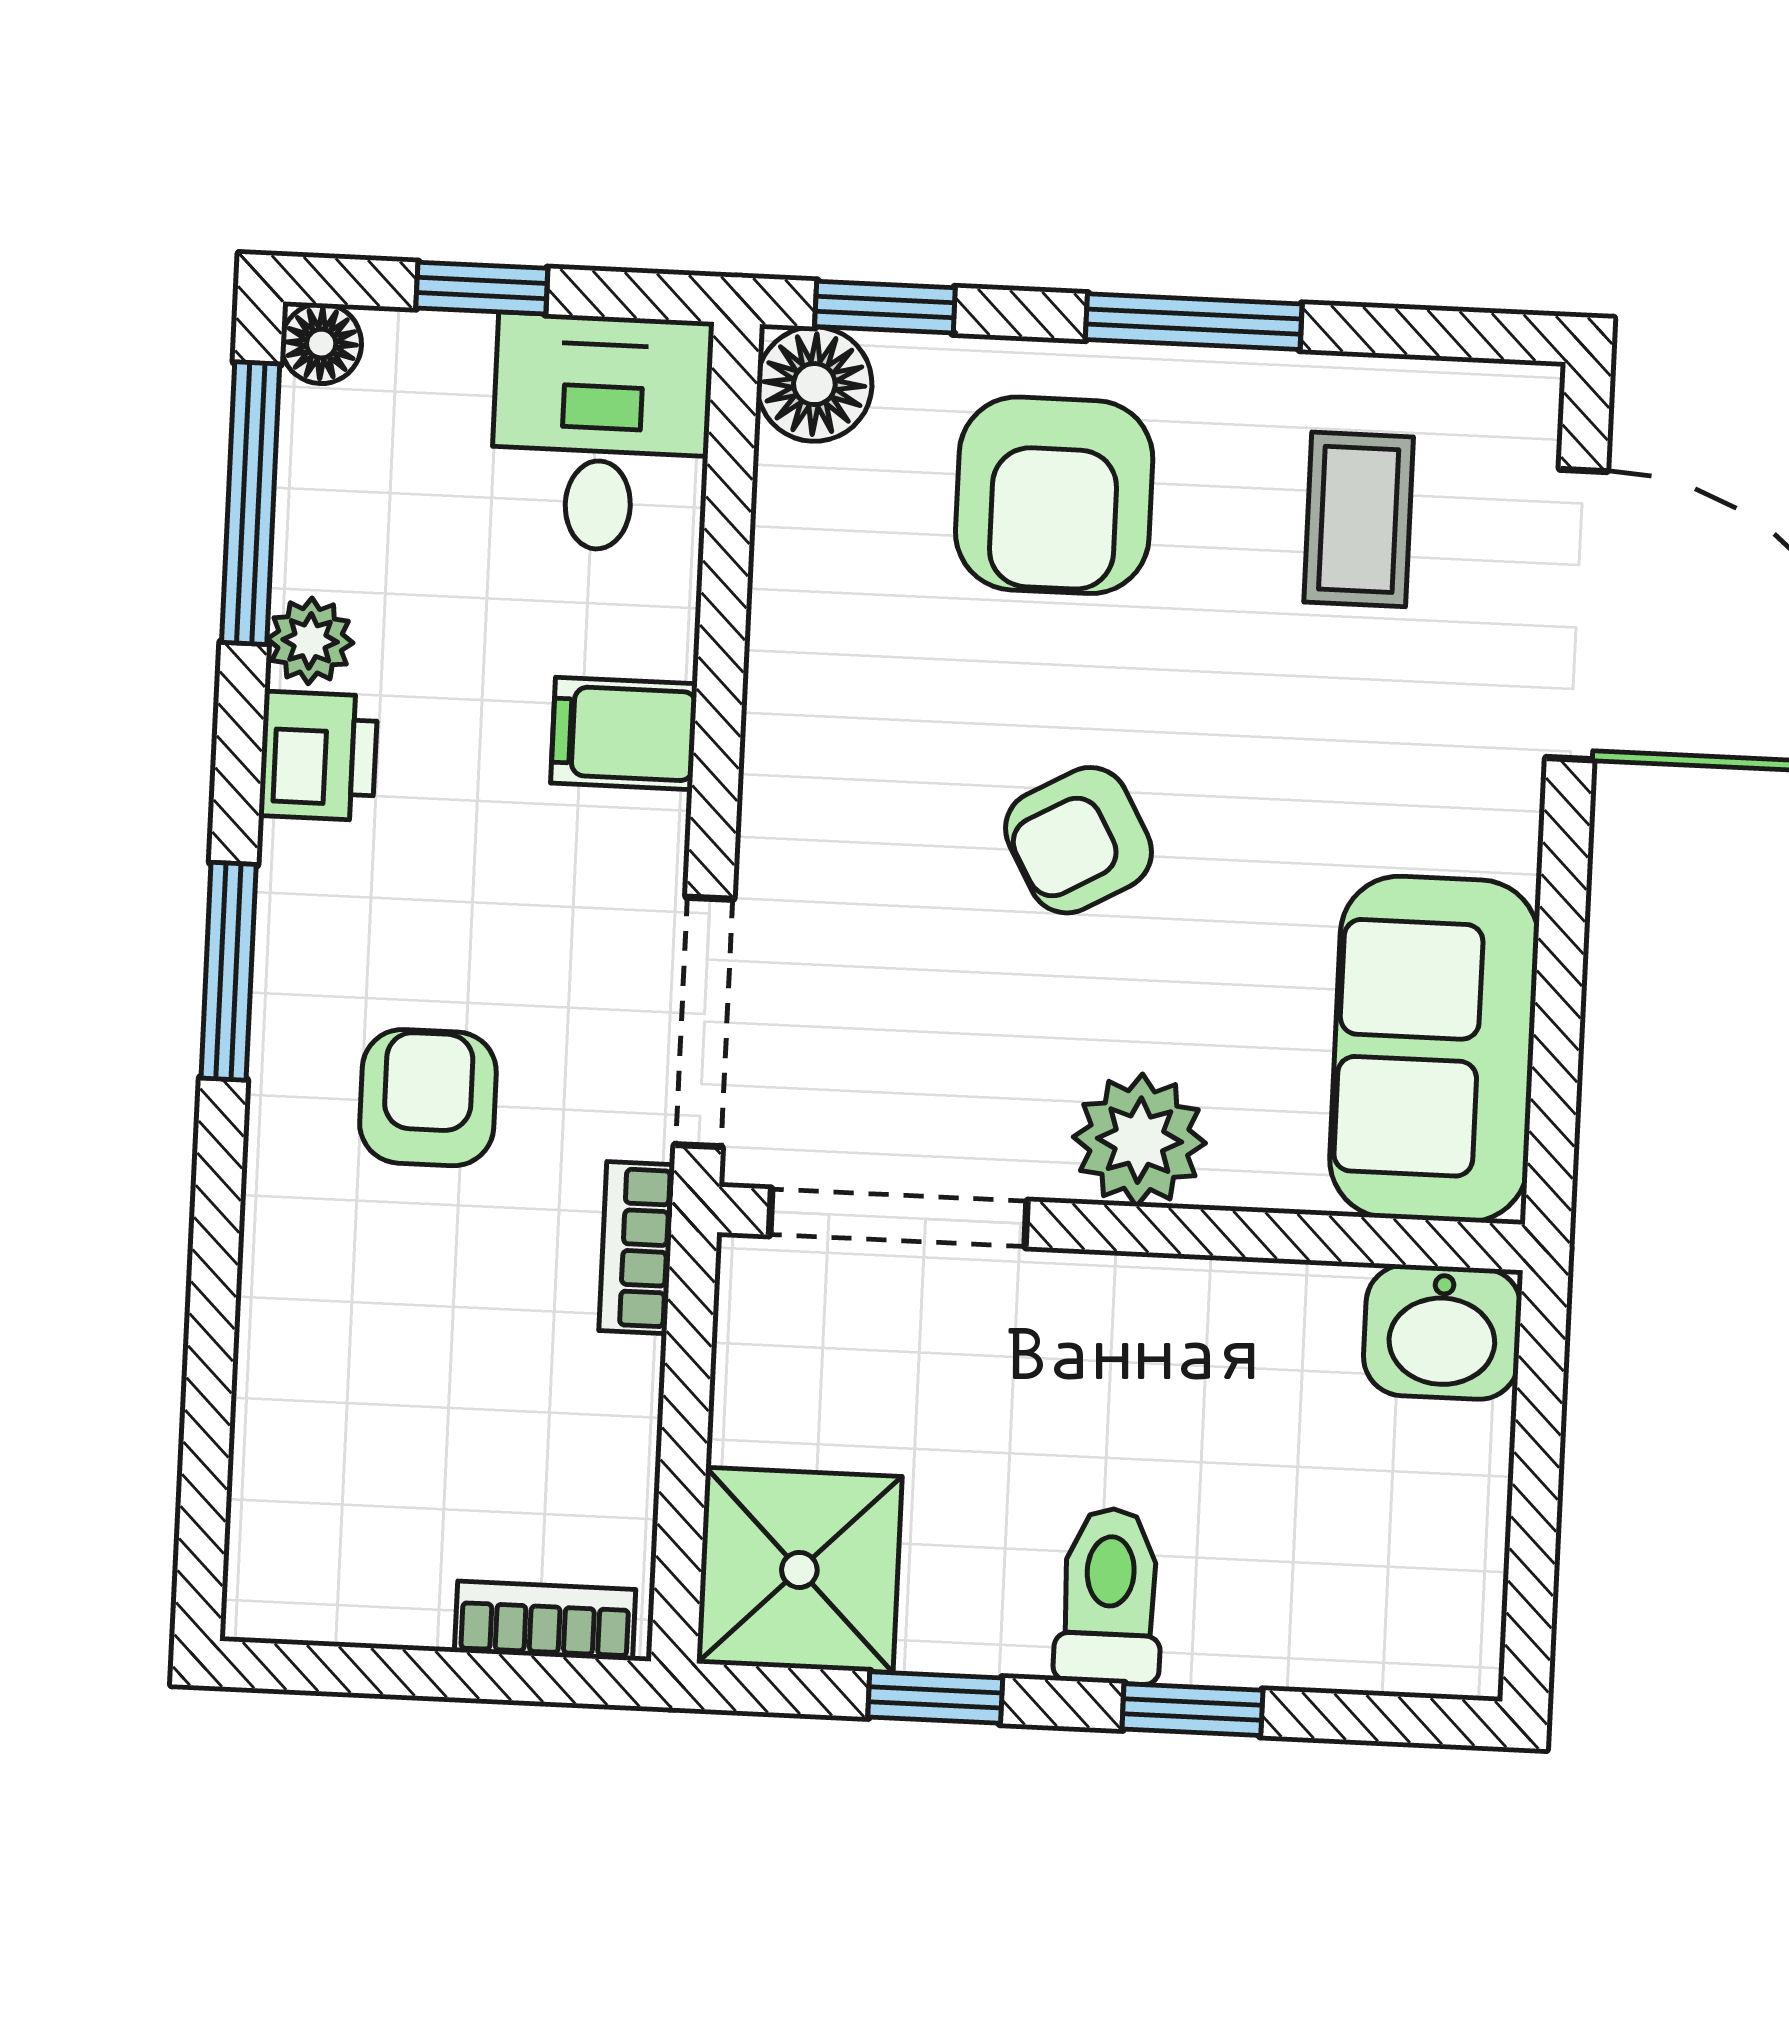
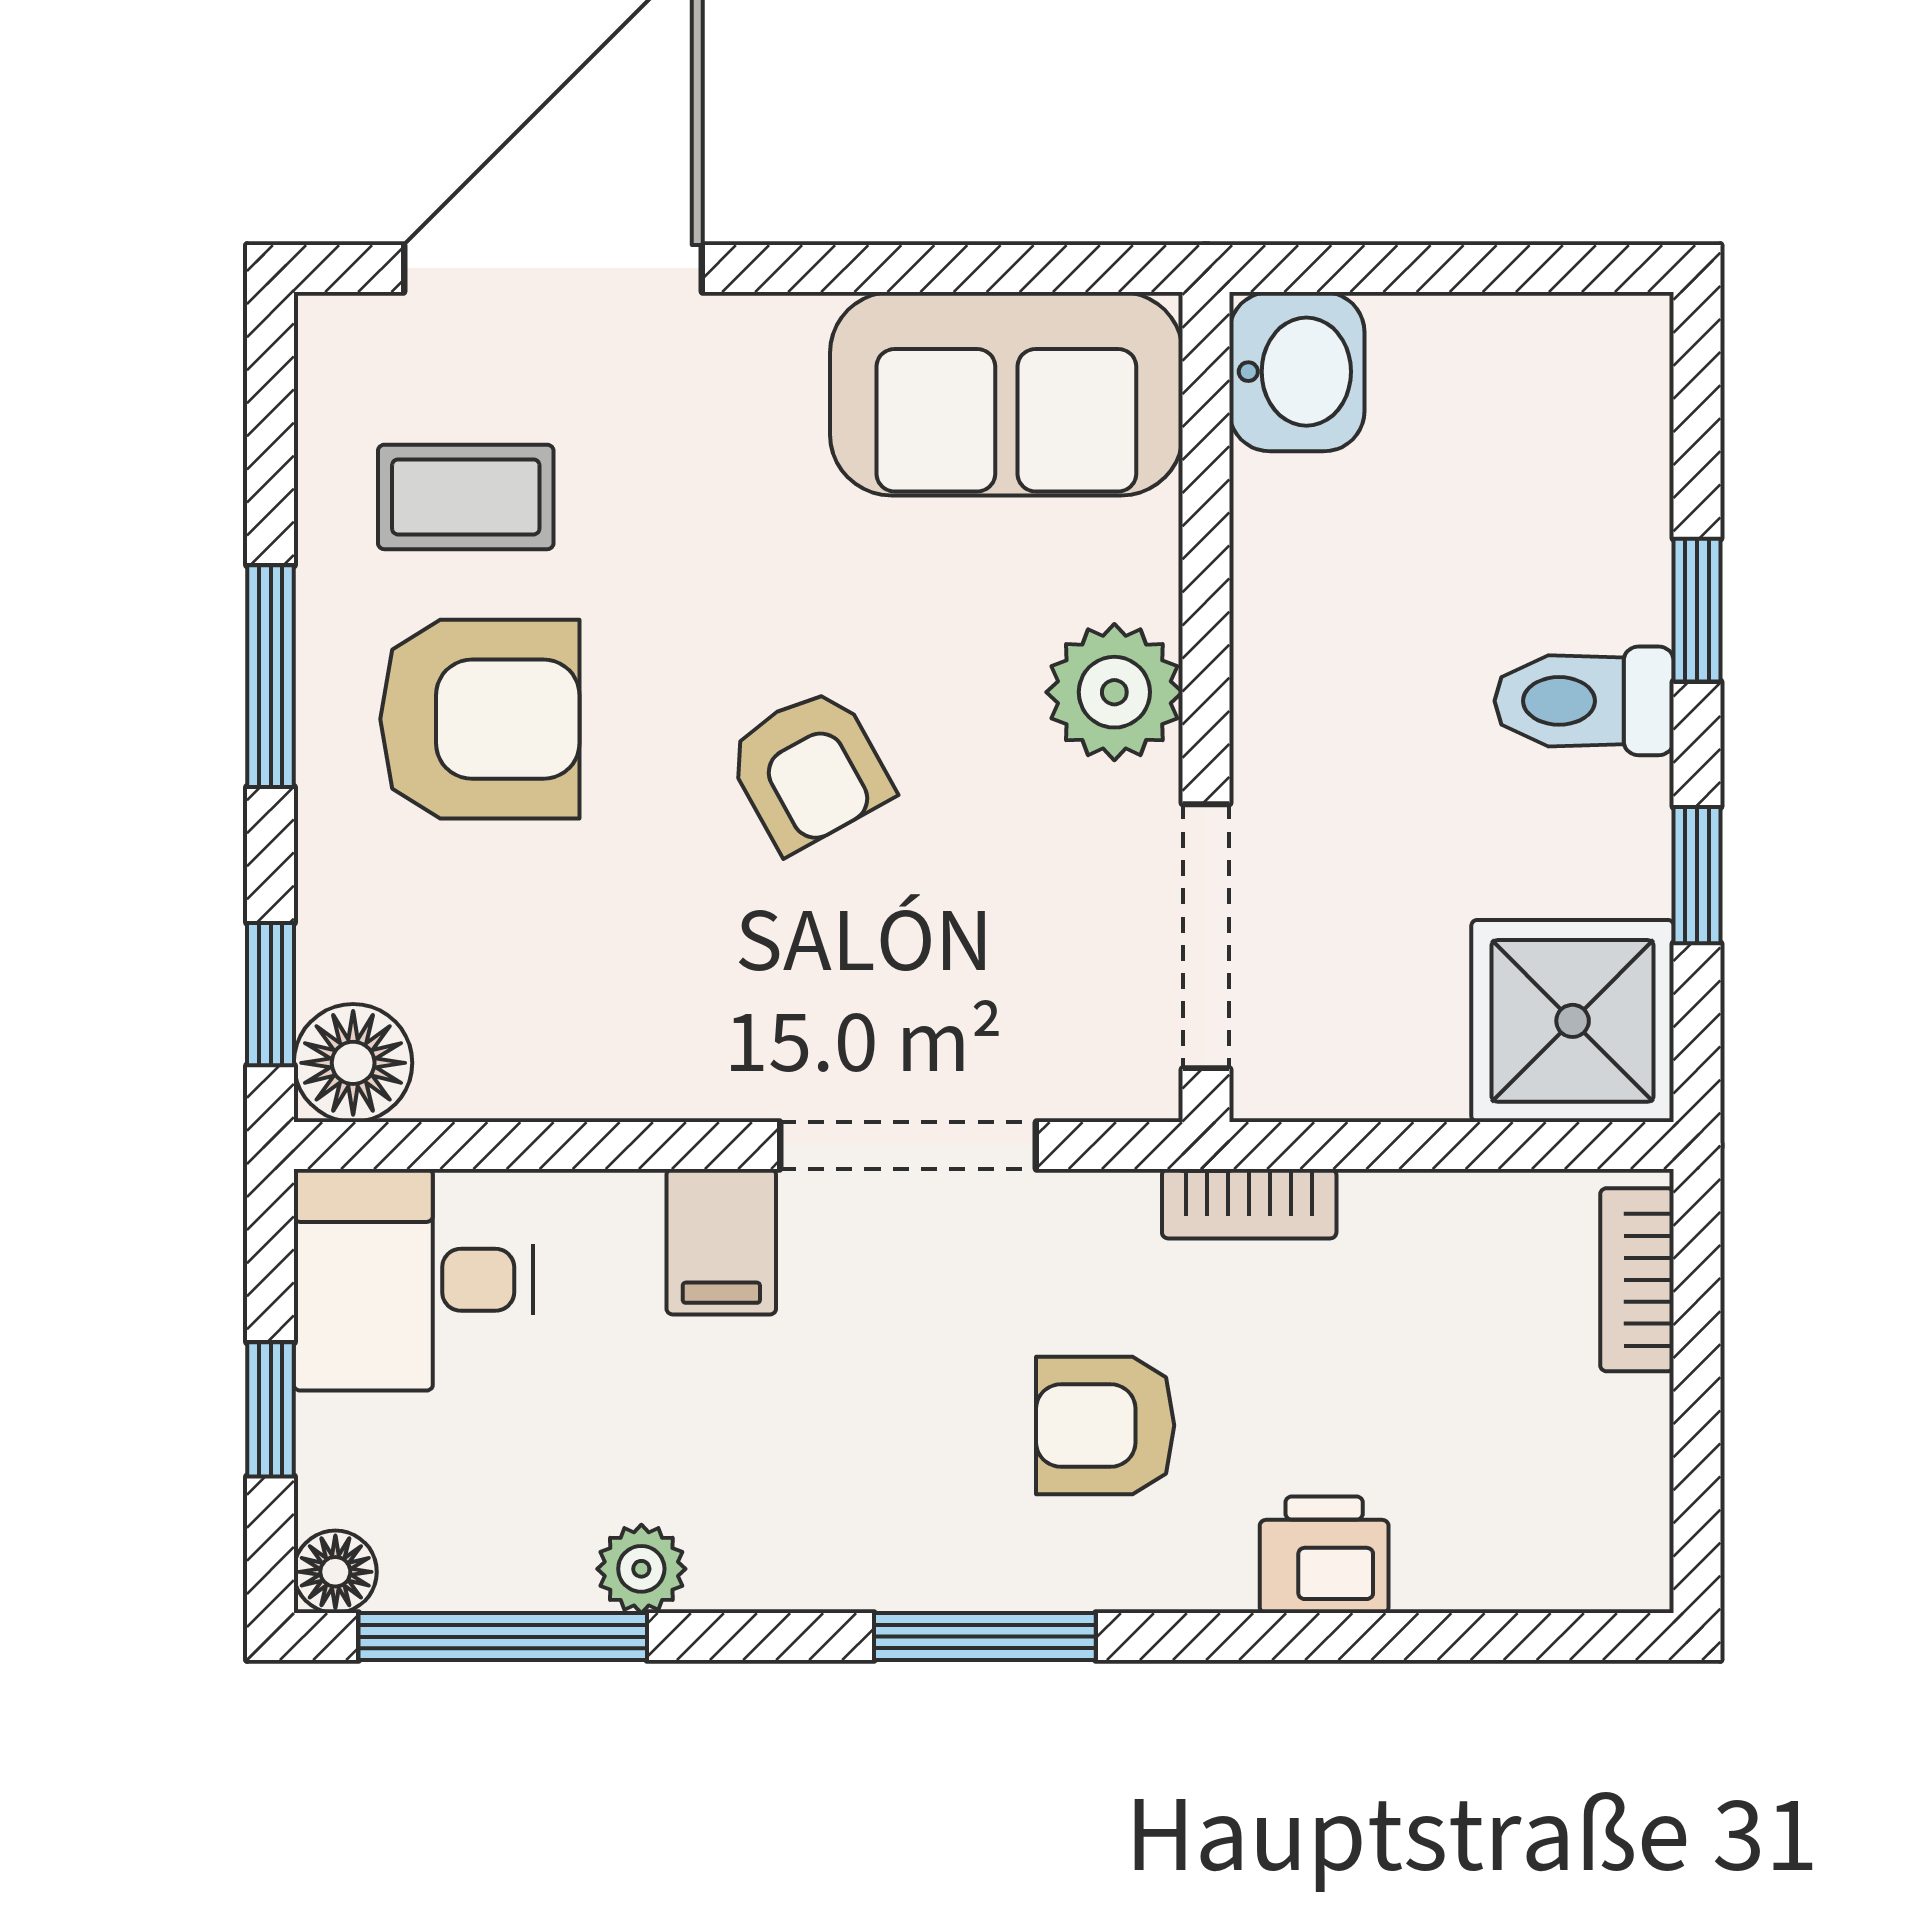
armchair: (1054, 495) -> (480, 719), moved
printer: (318, 756) -> (1324, 1555), moved
doorway: (704, 1022) -> (908, 1145), moved

